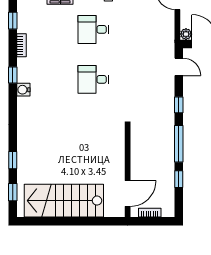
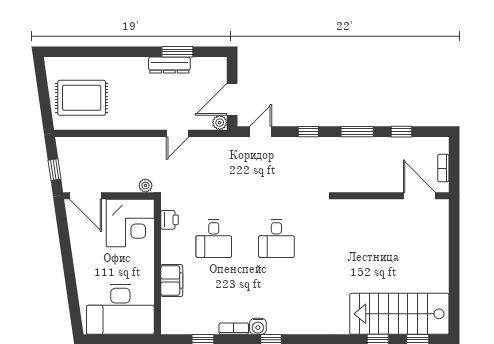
water cooler: (23, 90) -> (258, 326), moved
window: (179, 144) -> (357, 132), width x0.69
stairs: (64, 201) -> (399, 314), moved, turned 90

